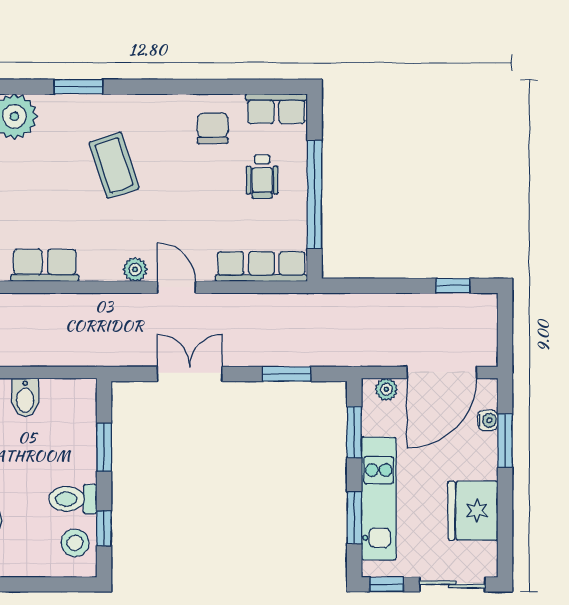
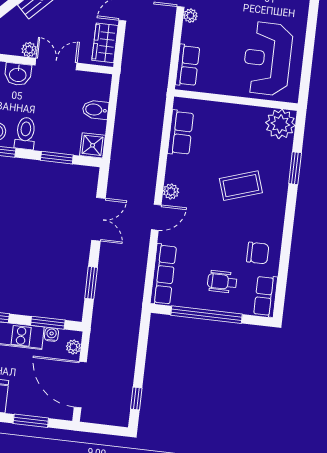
shower: (79, 396) -> (92, 145), added
water cooler: (488, 420) -> (51, 334), moved, turned 180

